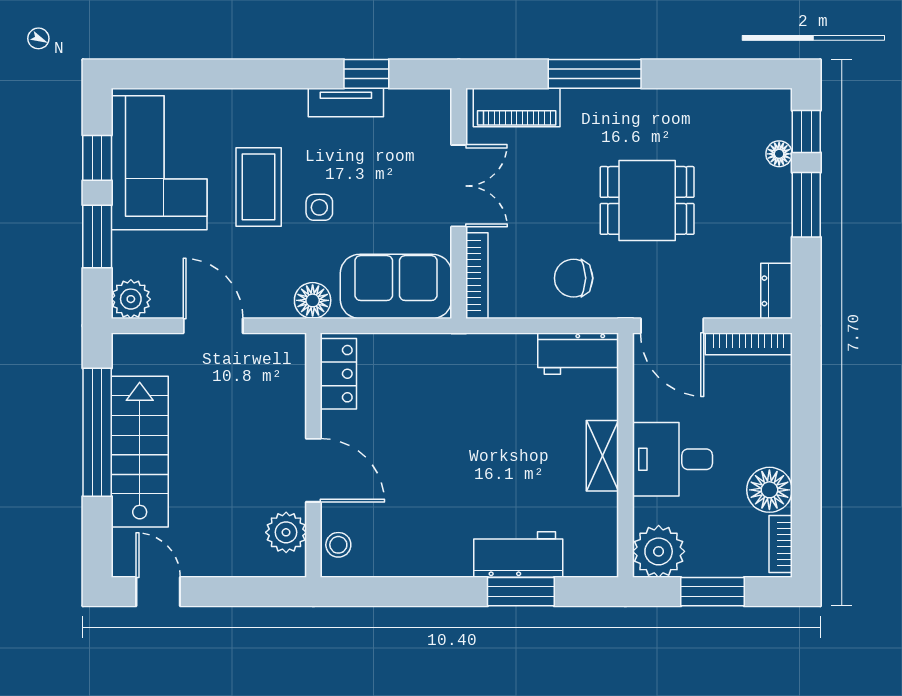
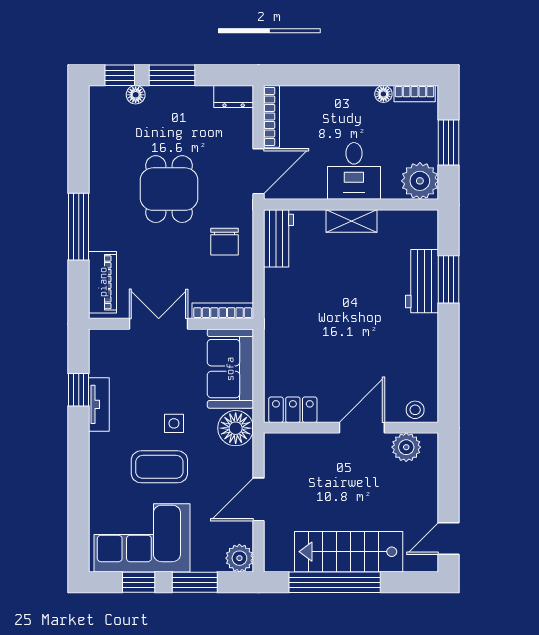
floor lamp: (313, 300) -> (236, 428), width x1.38, depth x1.38
floor lamp: (769, 490) -> (383, 94), width x0.53, depth x0.53

